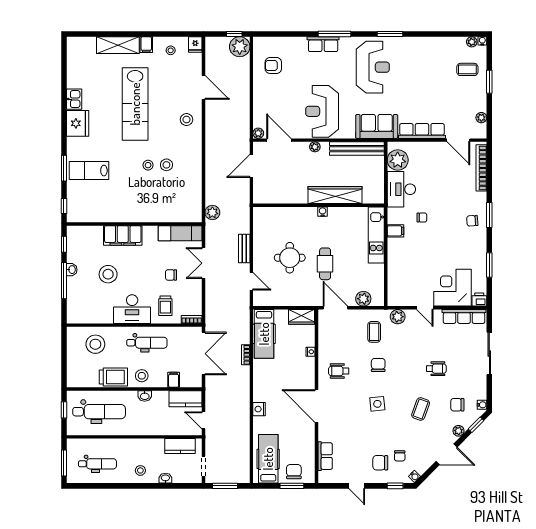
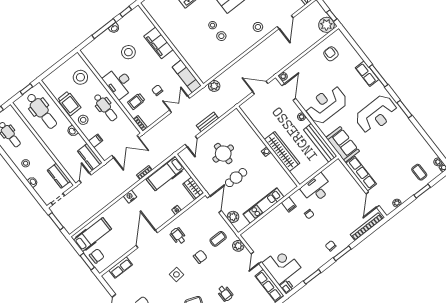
plant: (398, 160) -> (332, 173), removed
kitchen unit: (376, 235) -> (264, 206), moved
nightstand: (259, 409) -> (130, 197), moved

